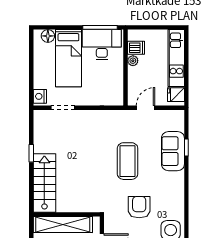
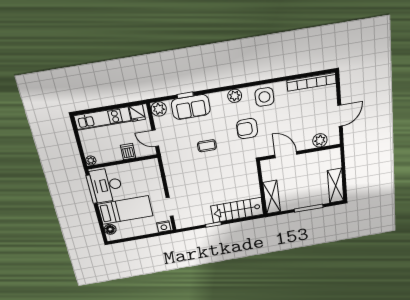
dishwasher: (136, 48) -> (128, 152), moved
plant: (133, 61) -> (91, 161), moved
plant: (177, 118) -> (159, 109), added
coffee table: (128, 161) -> (207, 146), width x0.54, depth x0.58
plant: (177, 199) -> (235, 96), added
shelving: (63, 224) -> (272, 197), width x0.68

